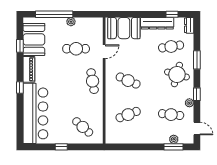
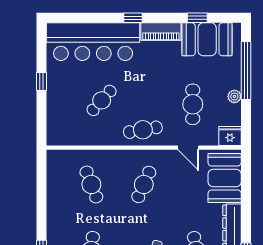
fridge: (97, 25) -> (230, 136), added
cafe table: (83, 127) -> (102, 100), moved

